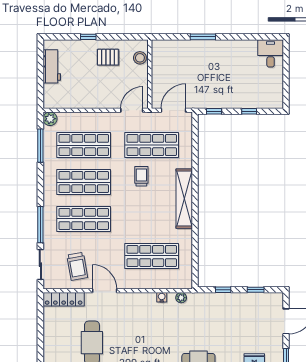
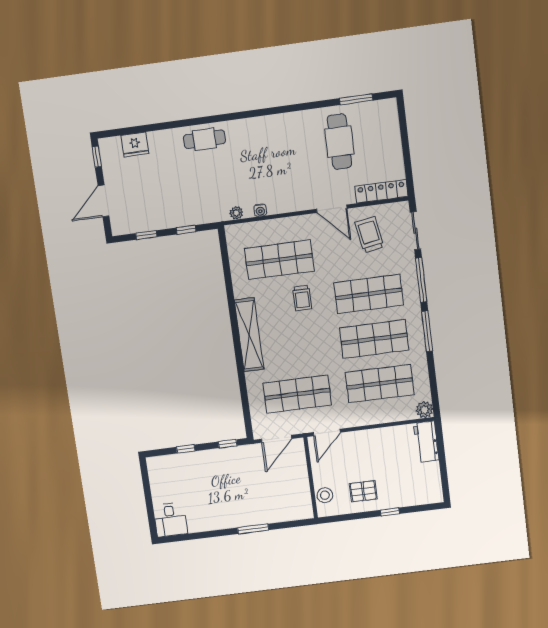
workbench: (52, 66) -> (426, 442), moved
window: (40, 146) -> (427, 331), moved
trolley: (141, 176) -> (302, 298), moved

